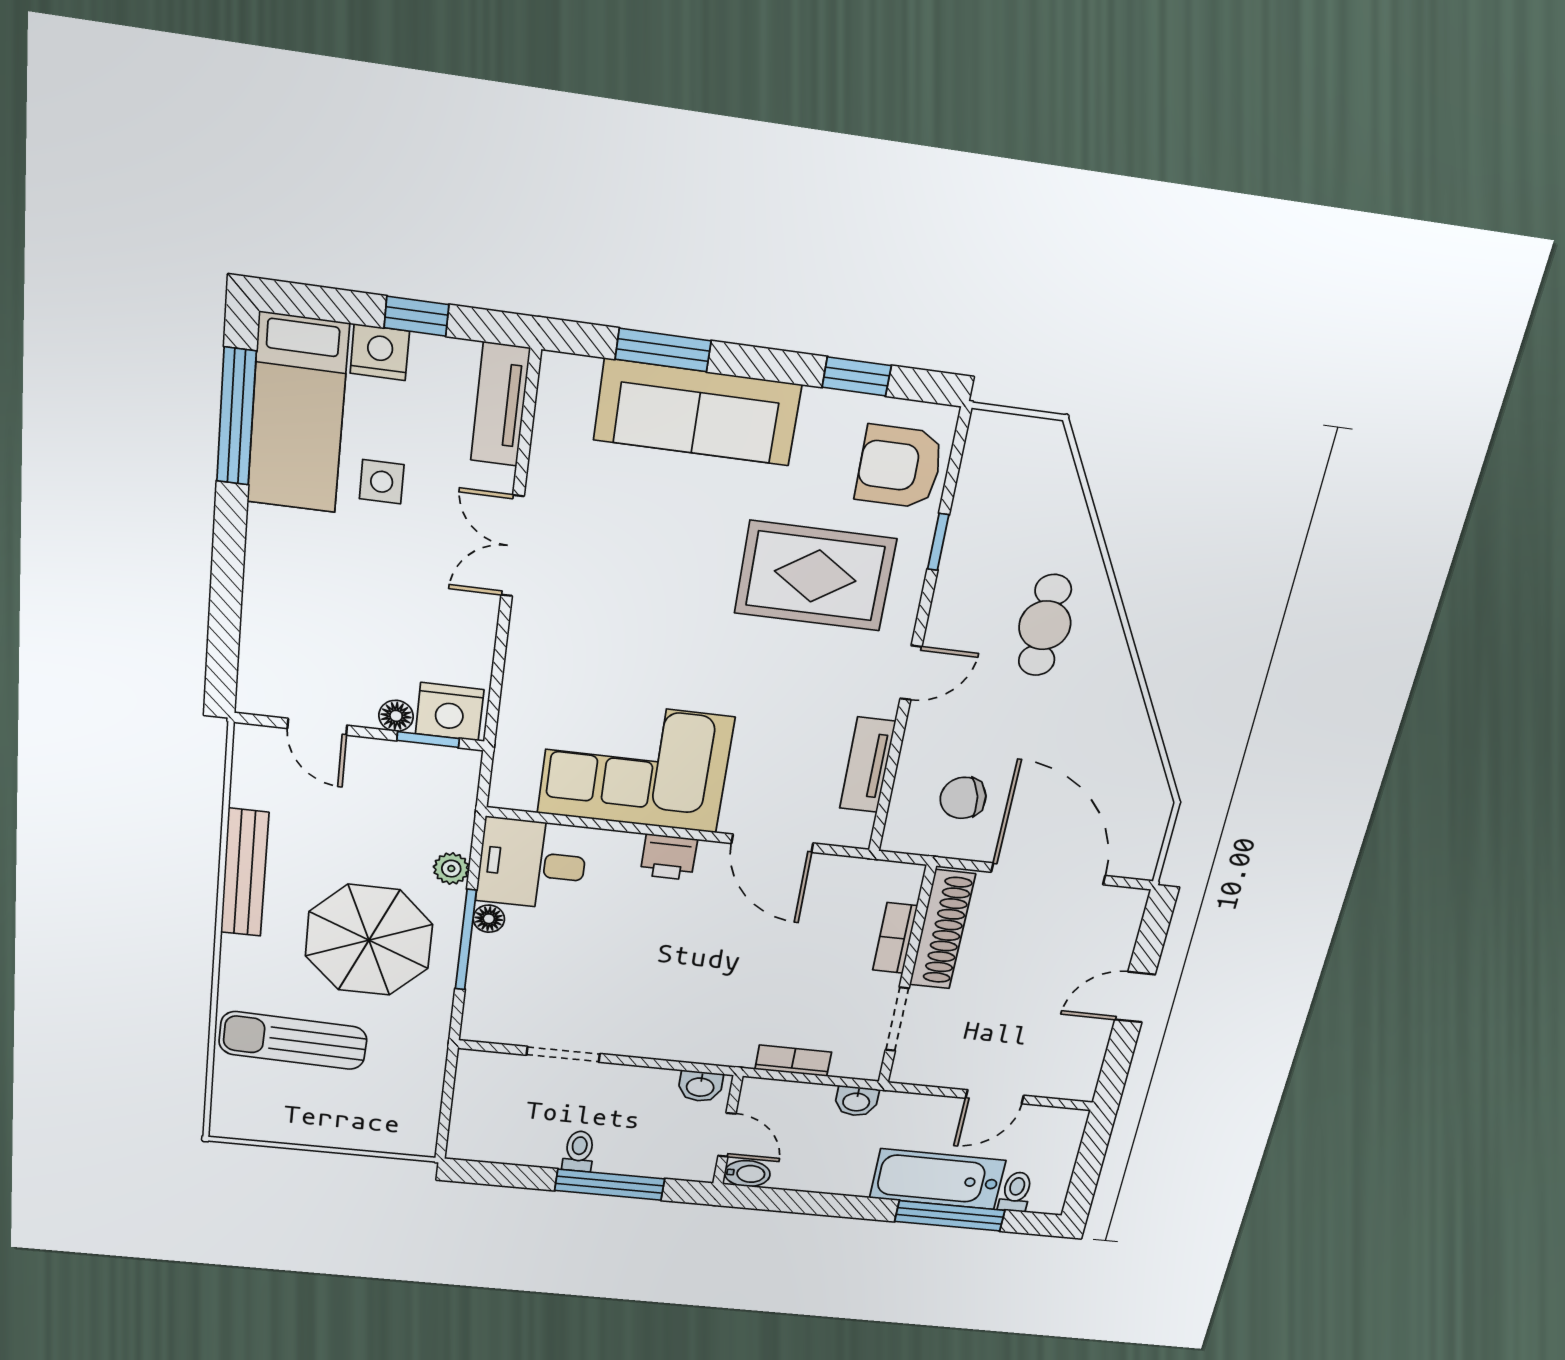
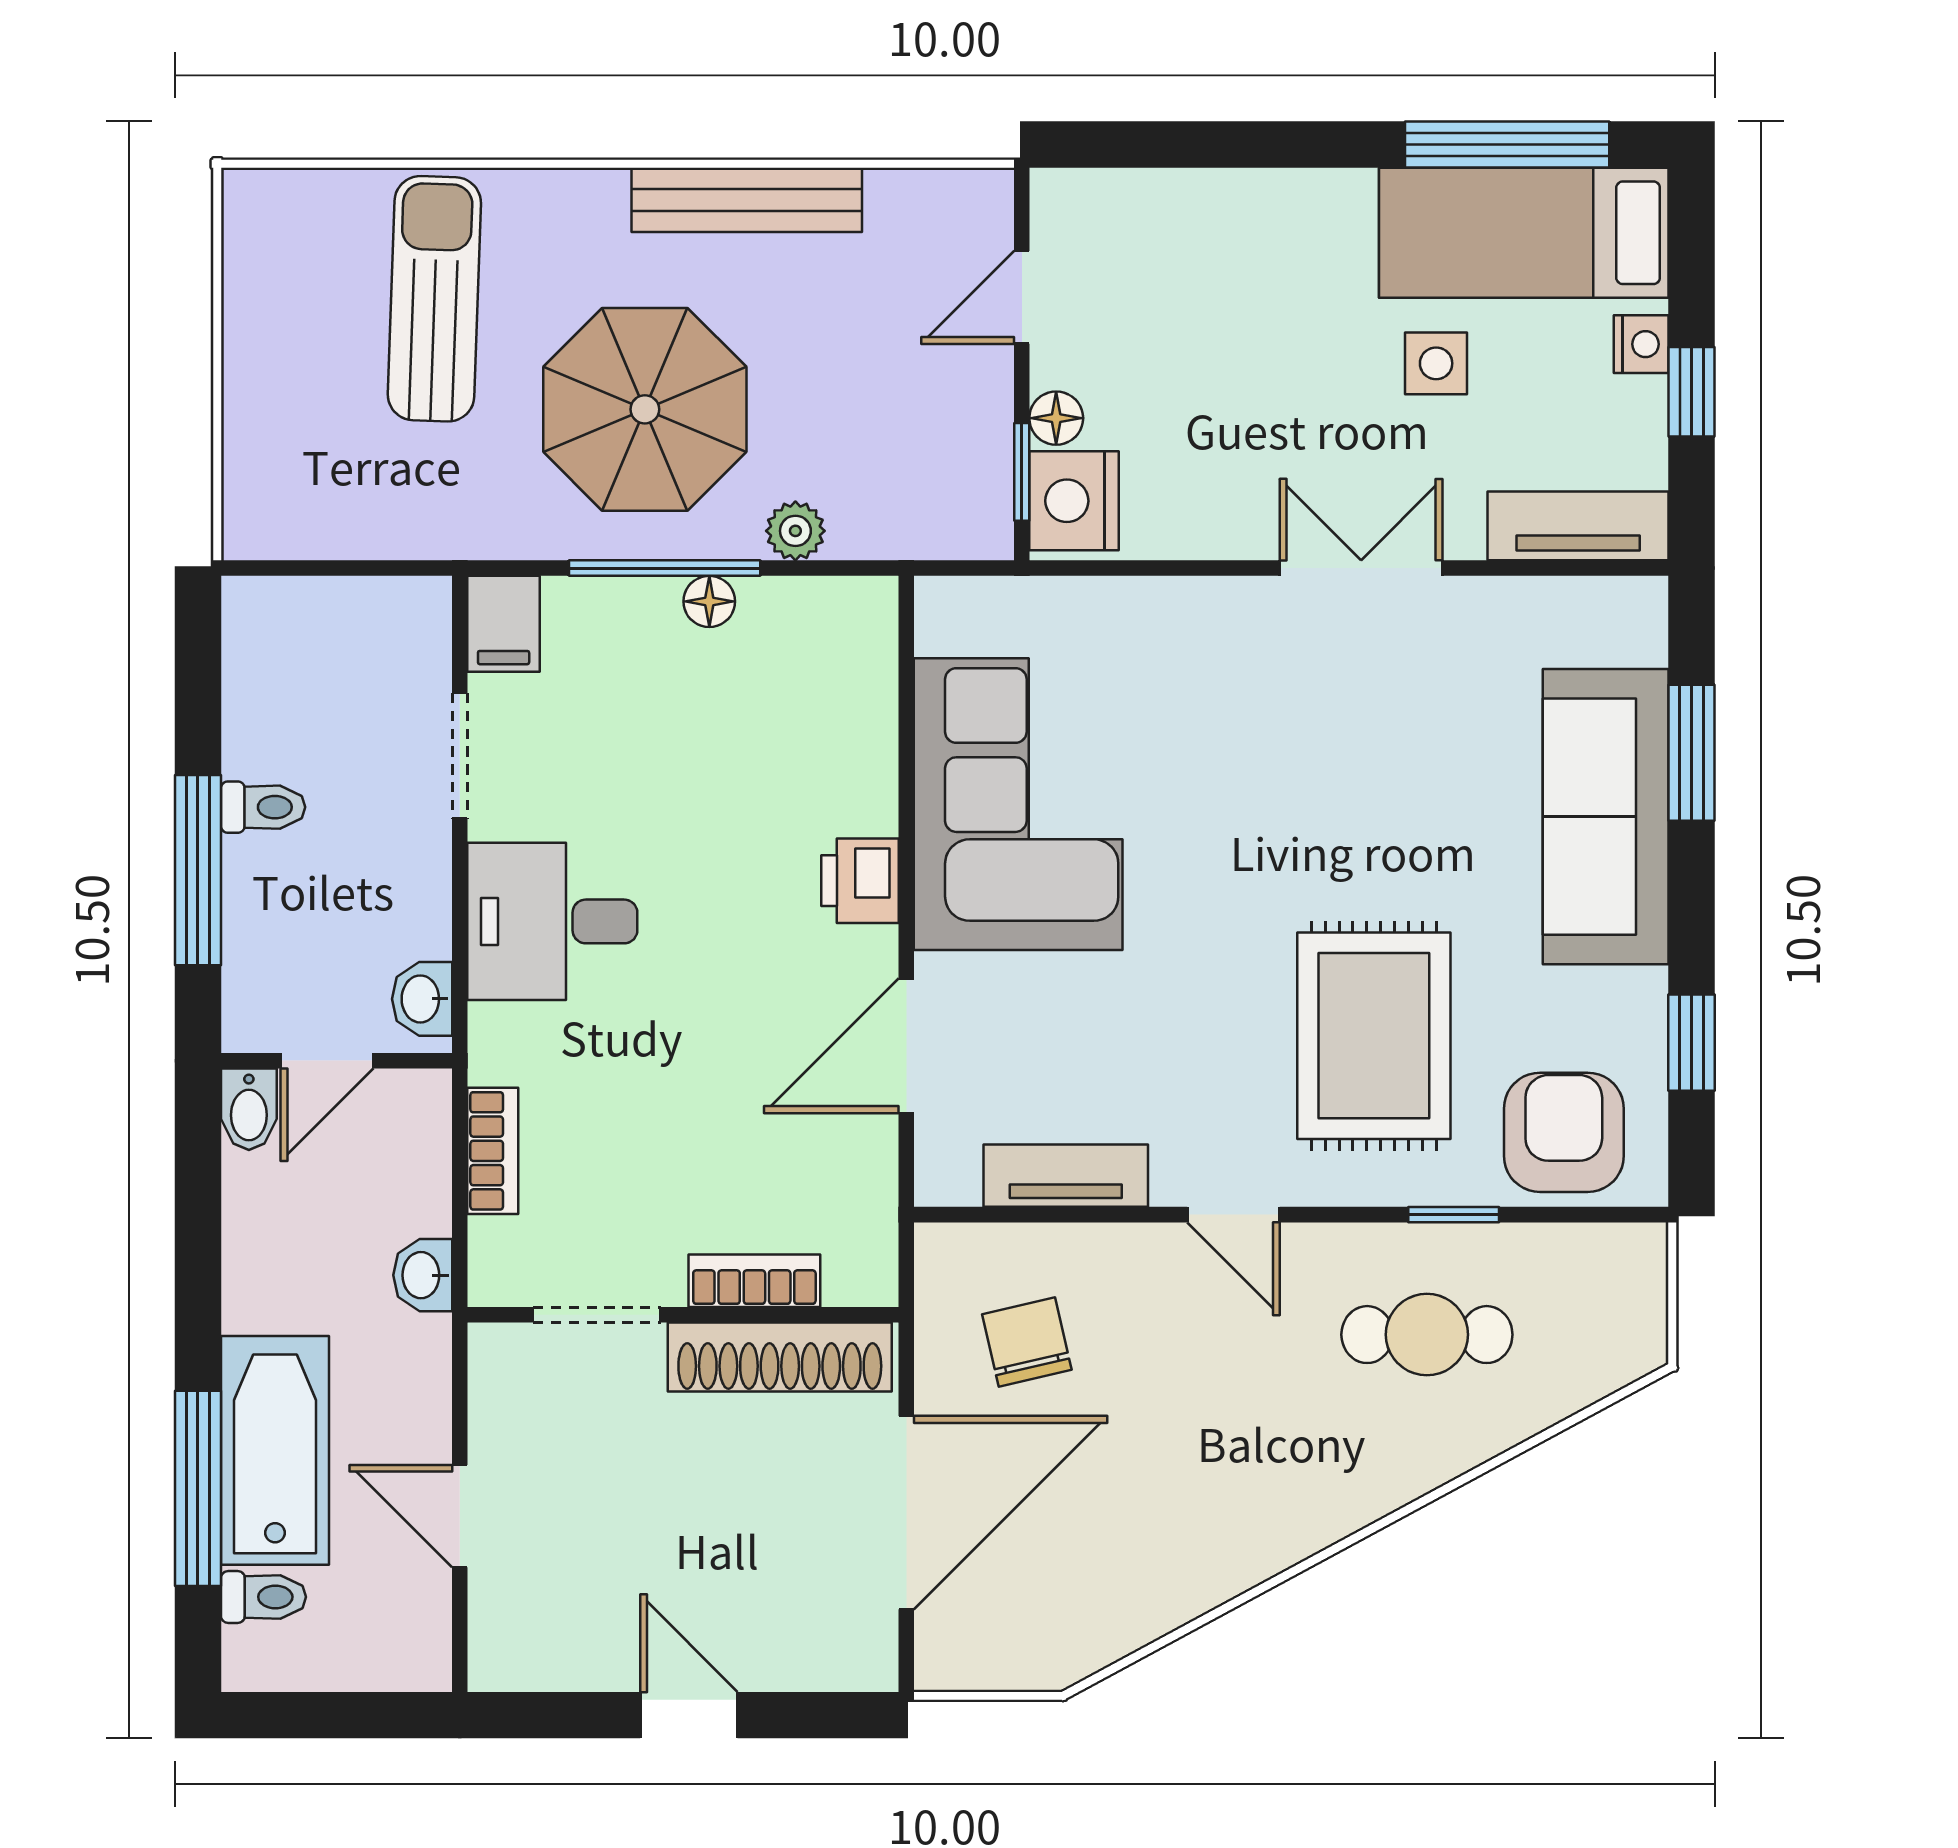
nightstand: (380, 352) -> (1641, 344), width x0.72, depth x0.74
cafe table: (1045, 625) -> (1427, 1335), moved
desk: (532, 864) -> (552, 921), moved, turned -90
filing cabinet: (489, 1025) -> (504, 624), added

